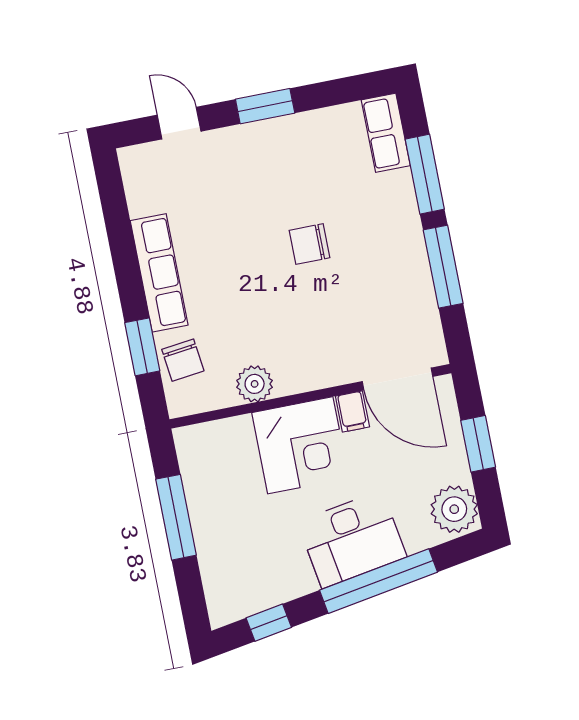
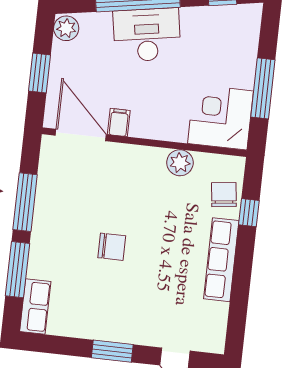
window: (142, 347) -> (249, 213), width x0.67
corner desk: (300, 445) -> (221, 117), moved
plant: (454, 509) -> (66, 28), width x0.73, depth x0.73

